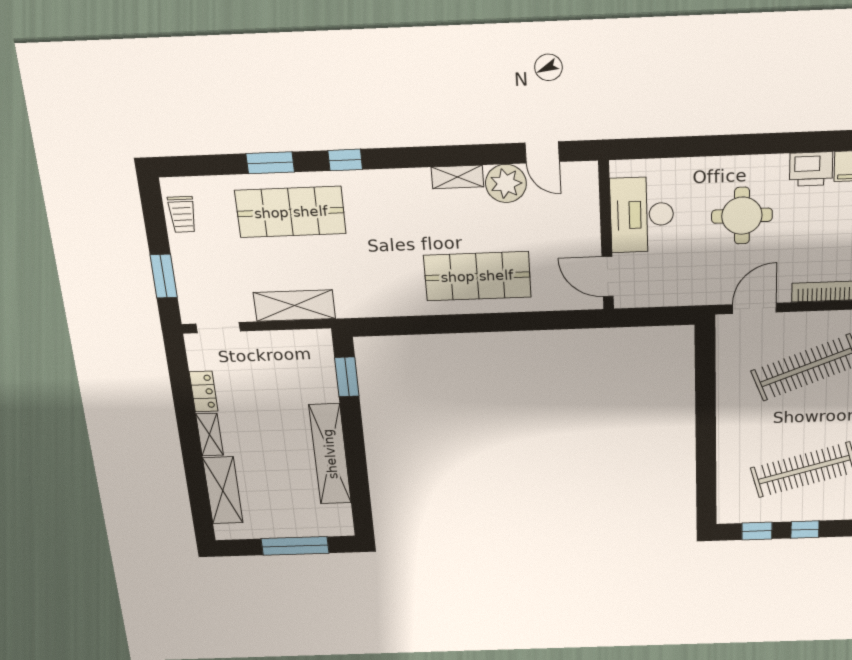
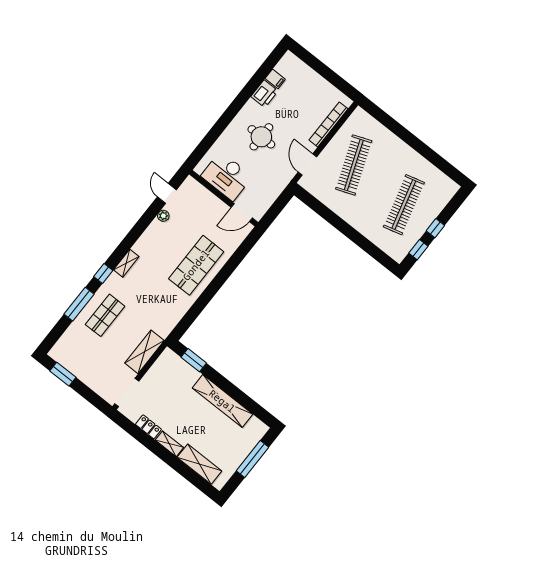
door: (542, 152) -> (167, 193), swing flipped
window: (270, 163) -> (79, 304), width x1.44
shelving: (458, 177) -> (126, 263), moved
plant: (506, 183) -> (163, 216), width x0.53, depth x0.53
shop shelf: (291, 212) -> (105, 315), width x0.70, depth x0.74
trolley: (182, 214) -> (69, 360), removed
window: (164, 276) -> (63, 374), moved
doorway: (218, 328) -> (127, 392), width x1.38

